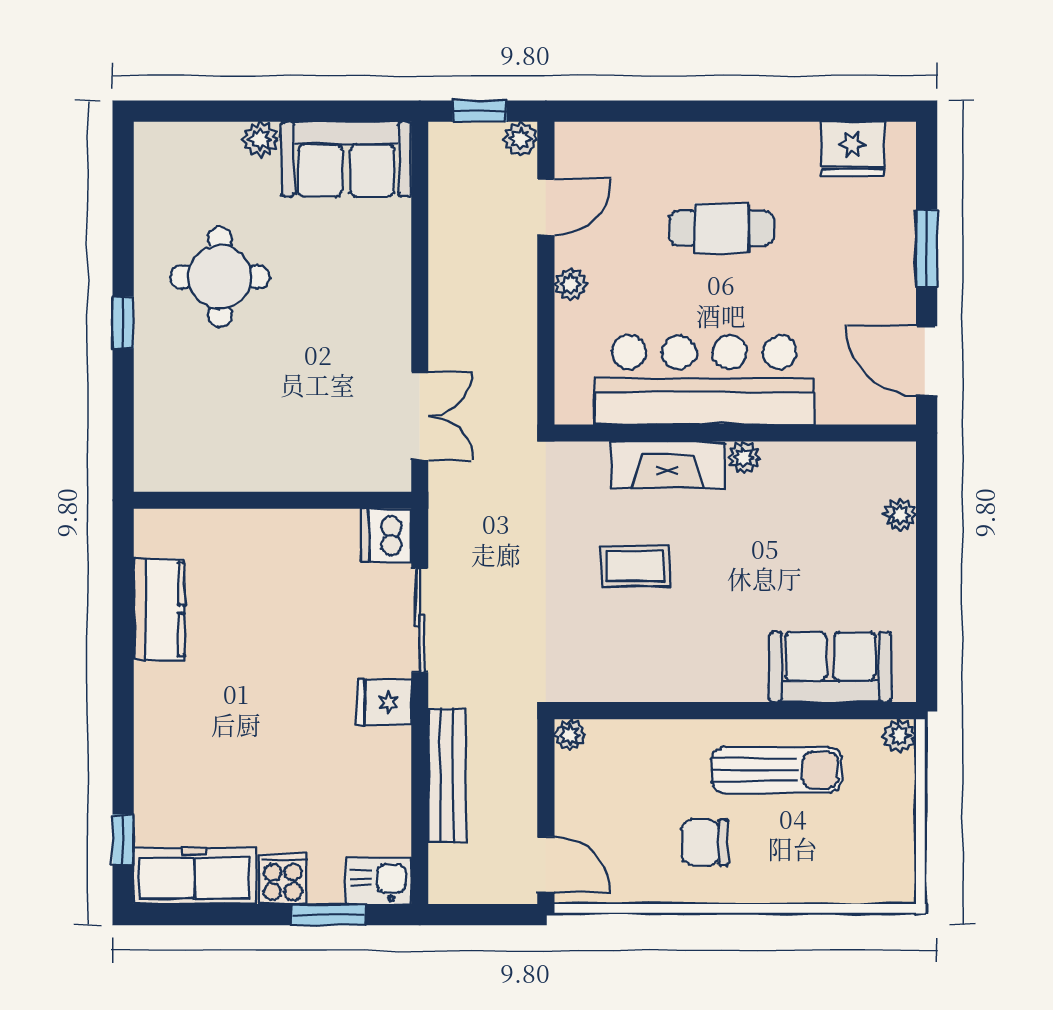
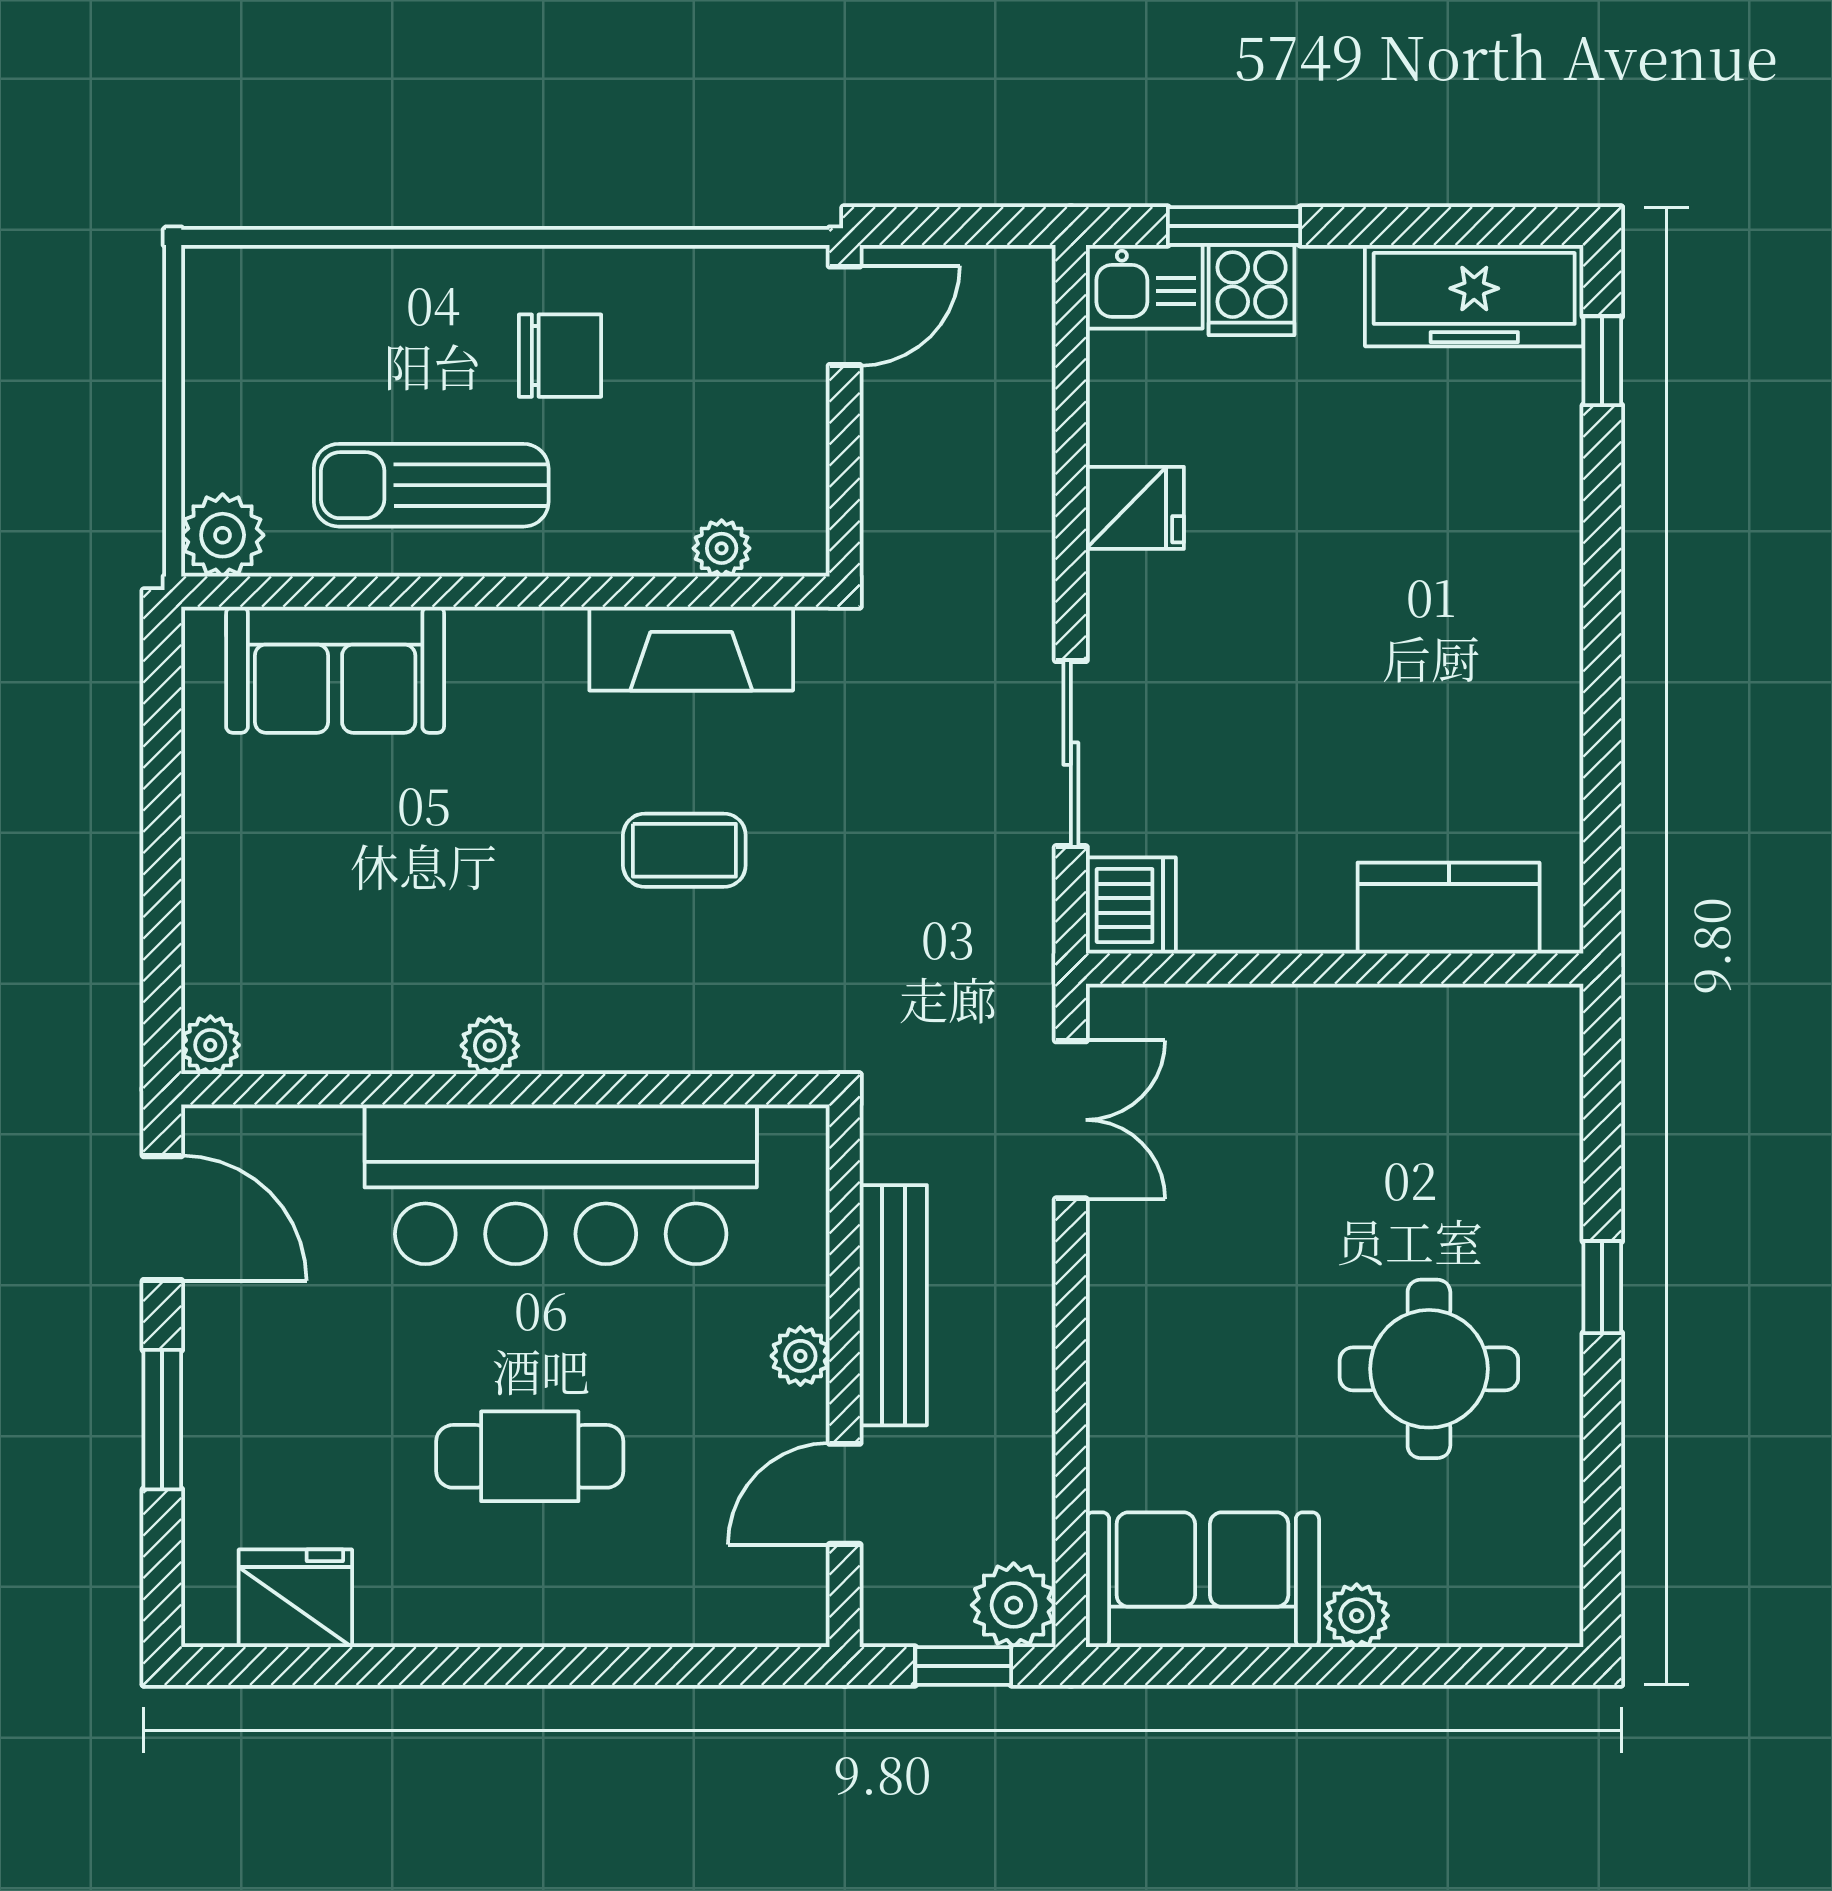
plant: (520, 139) -> (1014, 1605), moved, width x1.38, depth x1.38
double door: (420, 416) -> (1071, 1120), swing flipped
fireplace: (668, 465) -> (691, 649), moved, turned 180
plant: (900, 515) -> (210, 1045), moved
kitchen counter: (159, 609) -> (1449, 908), moved, turned 90
fridge: (384, 702) -> (1135, 508), moved
plant: (570, 735) -> (722, 548), moved
plant: (899, 736) -> (223, 535), width x1.38, depth x1.38
bench: (447, 775) -> (893, 1305), moved
door: (546, 865) -> (845, 316), swing flipped
cooker: (283, 879) -> (1252, 290), moved

